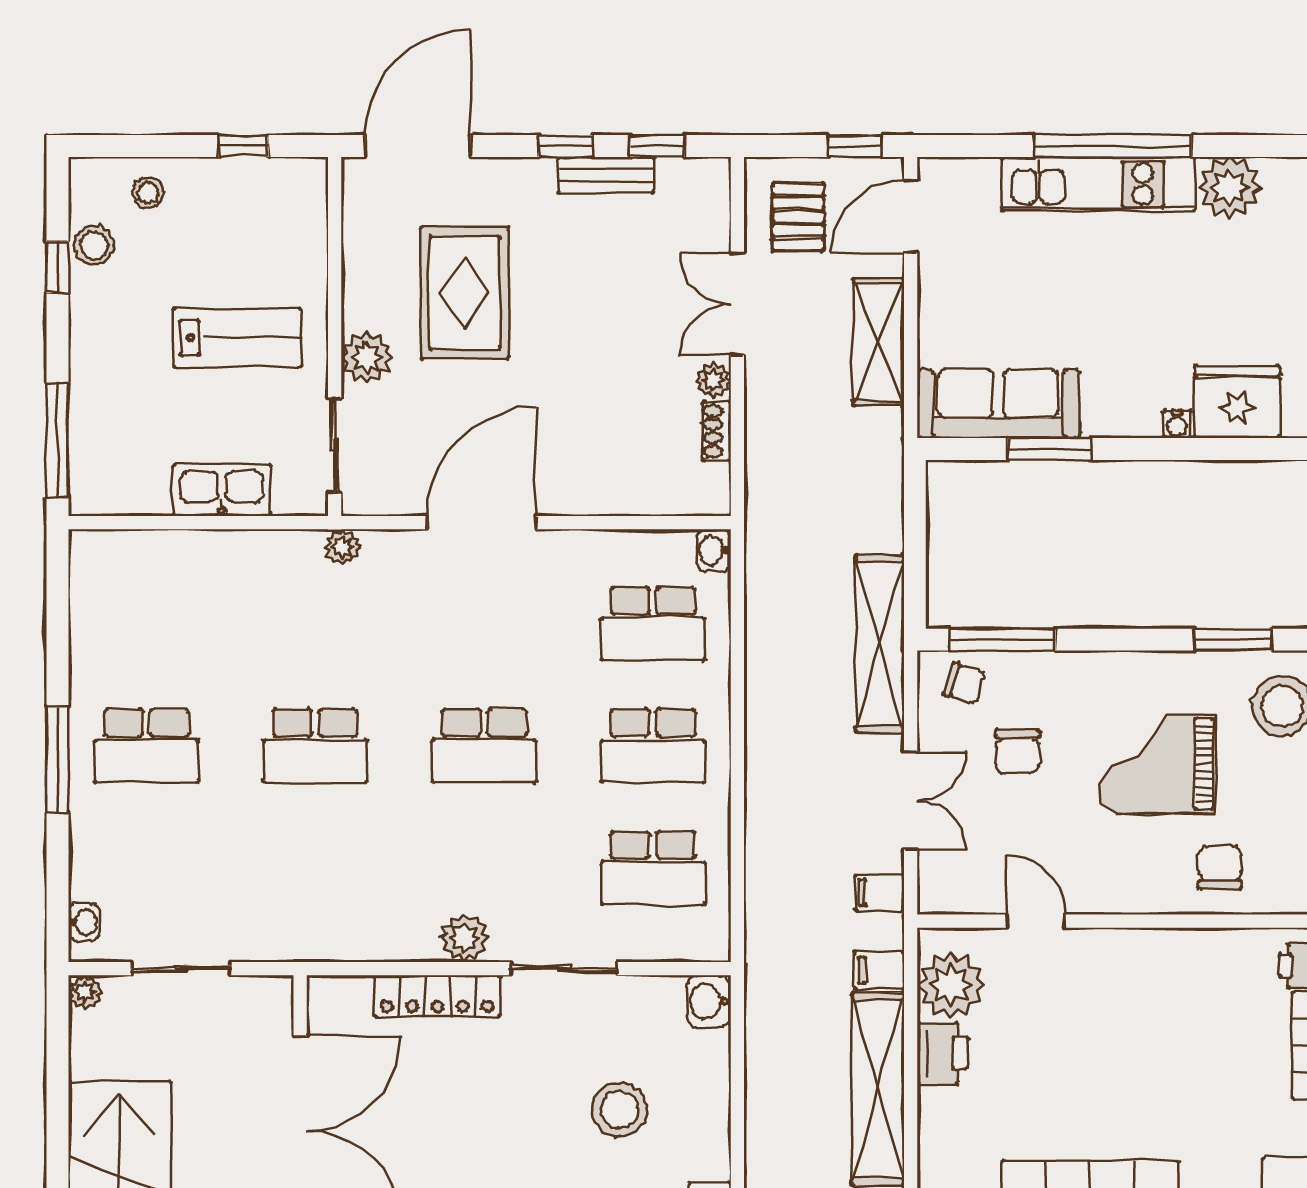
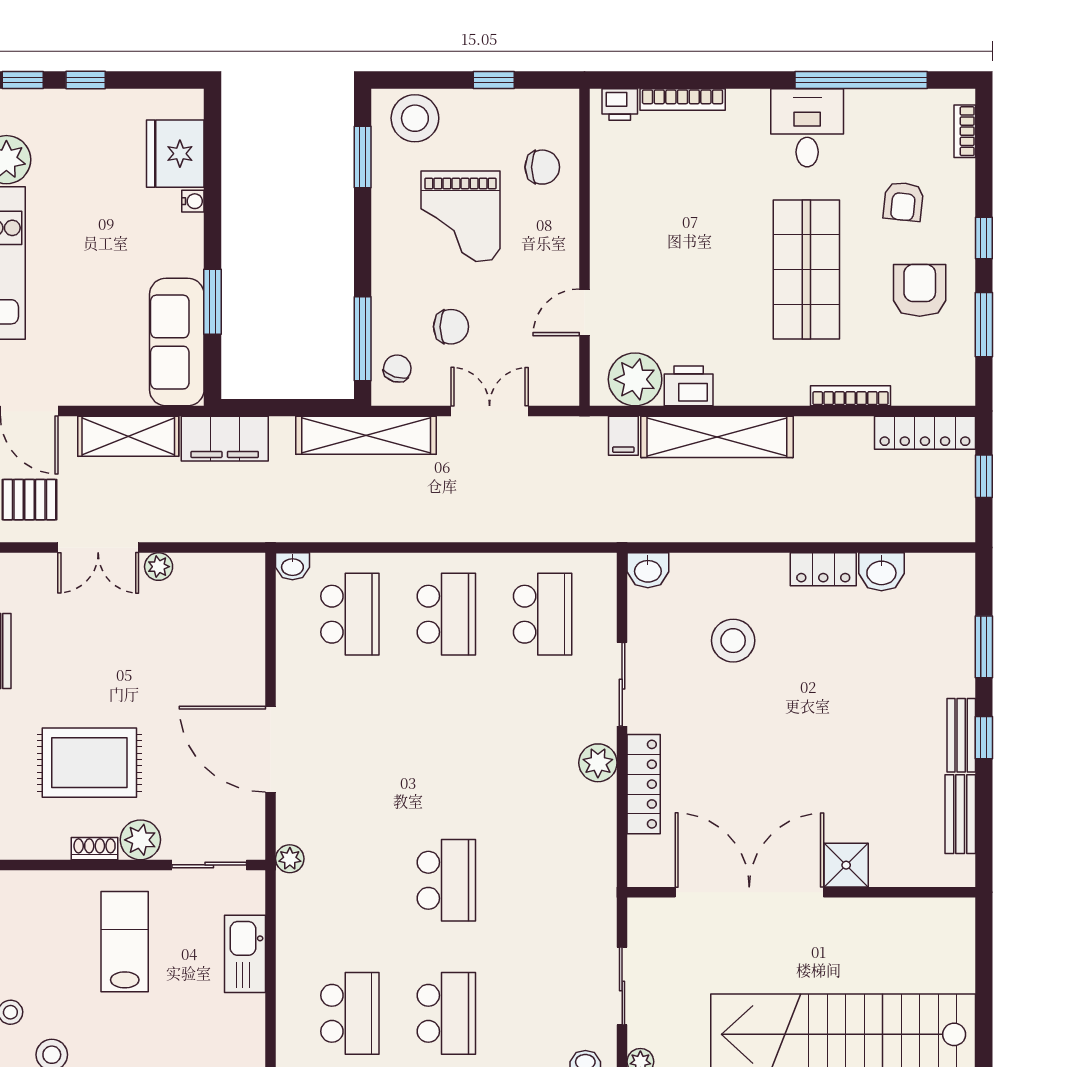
shoe rack: (717, 431) -> (95, 849), moved, turned 180
school desk: (484, 746) -> (350, 1013), moved
chair: (1220, 867) -> (542, 167), turned 180
filing cabinet: (880, 893) -> (225, 439), moved, width x3.00, depth x1.17

